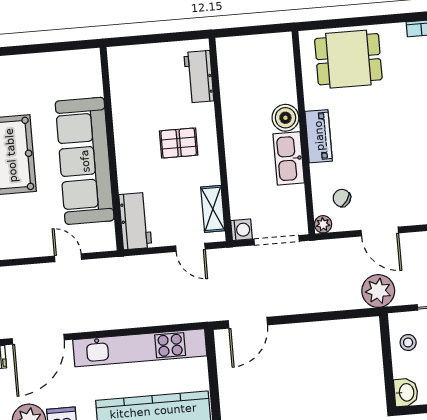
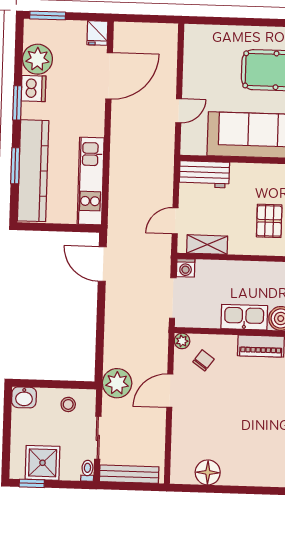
door: (38, 339) -> (109, 76), swing flipped
kitchen unit: (140, 348) -> (91, 181), width x0.73

